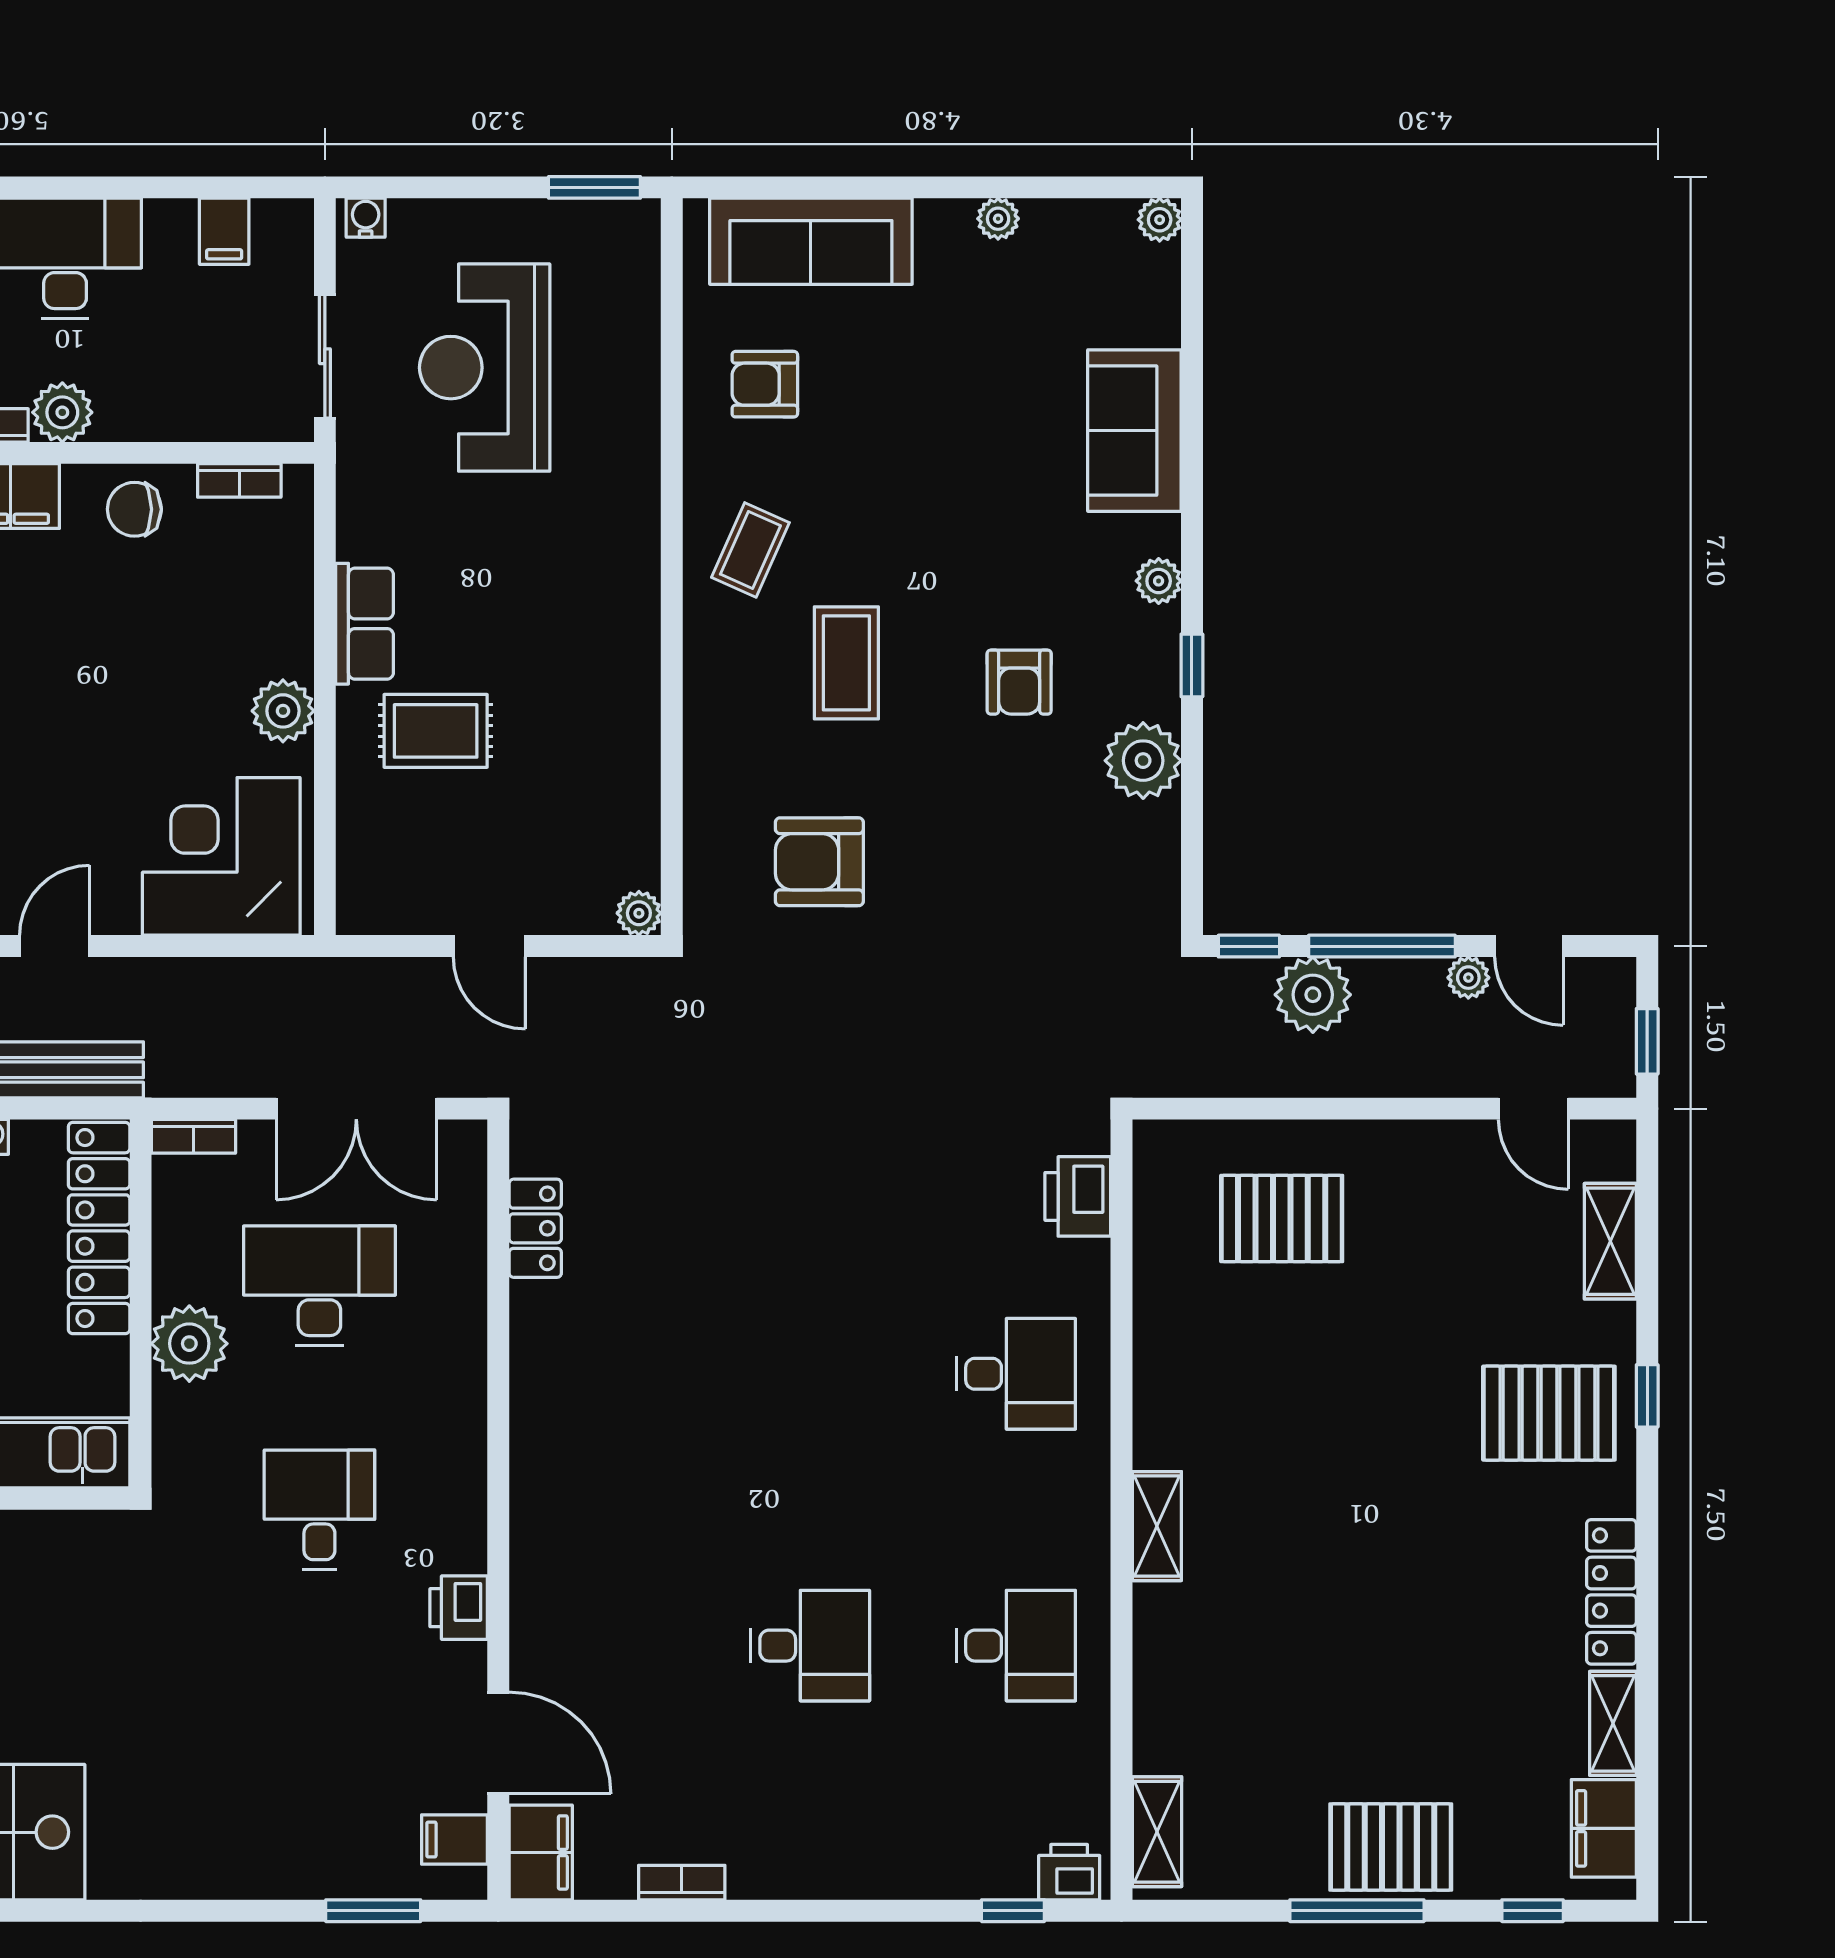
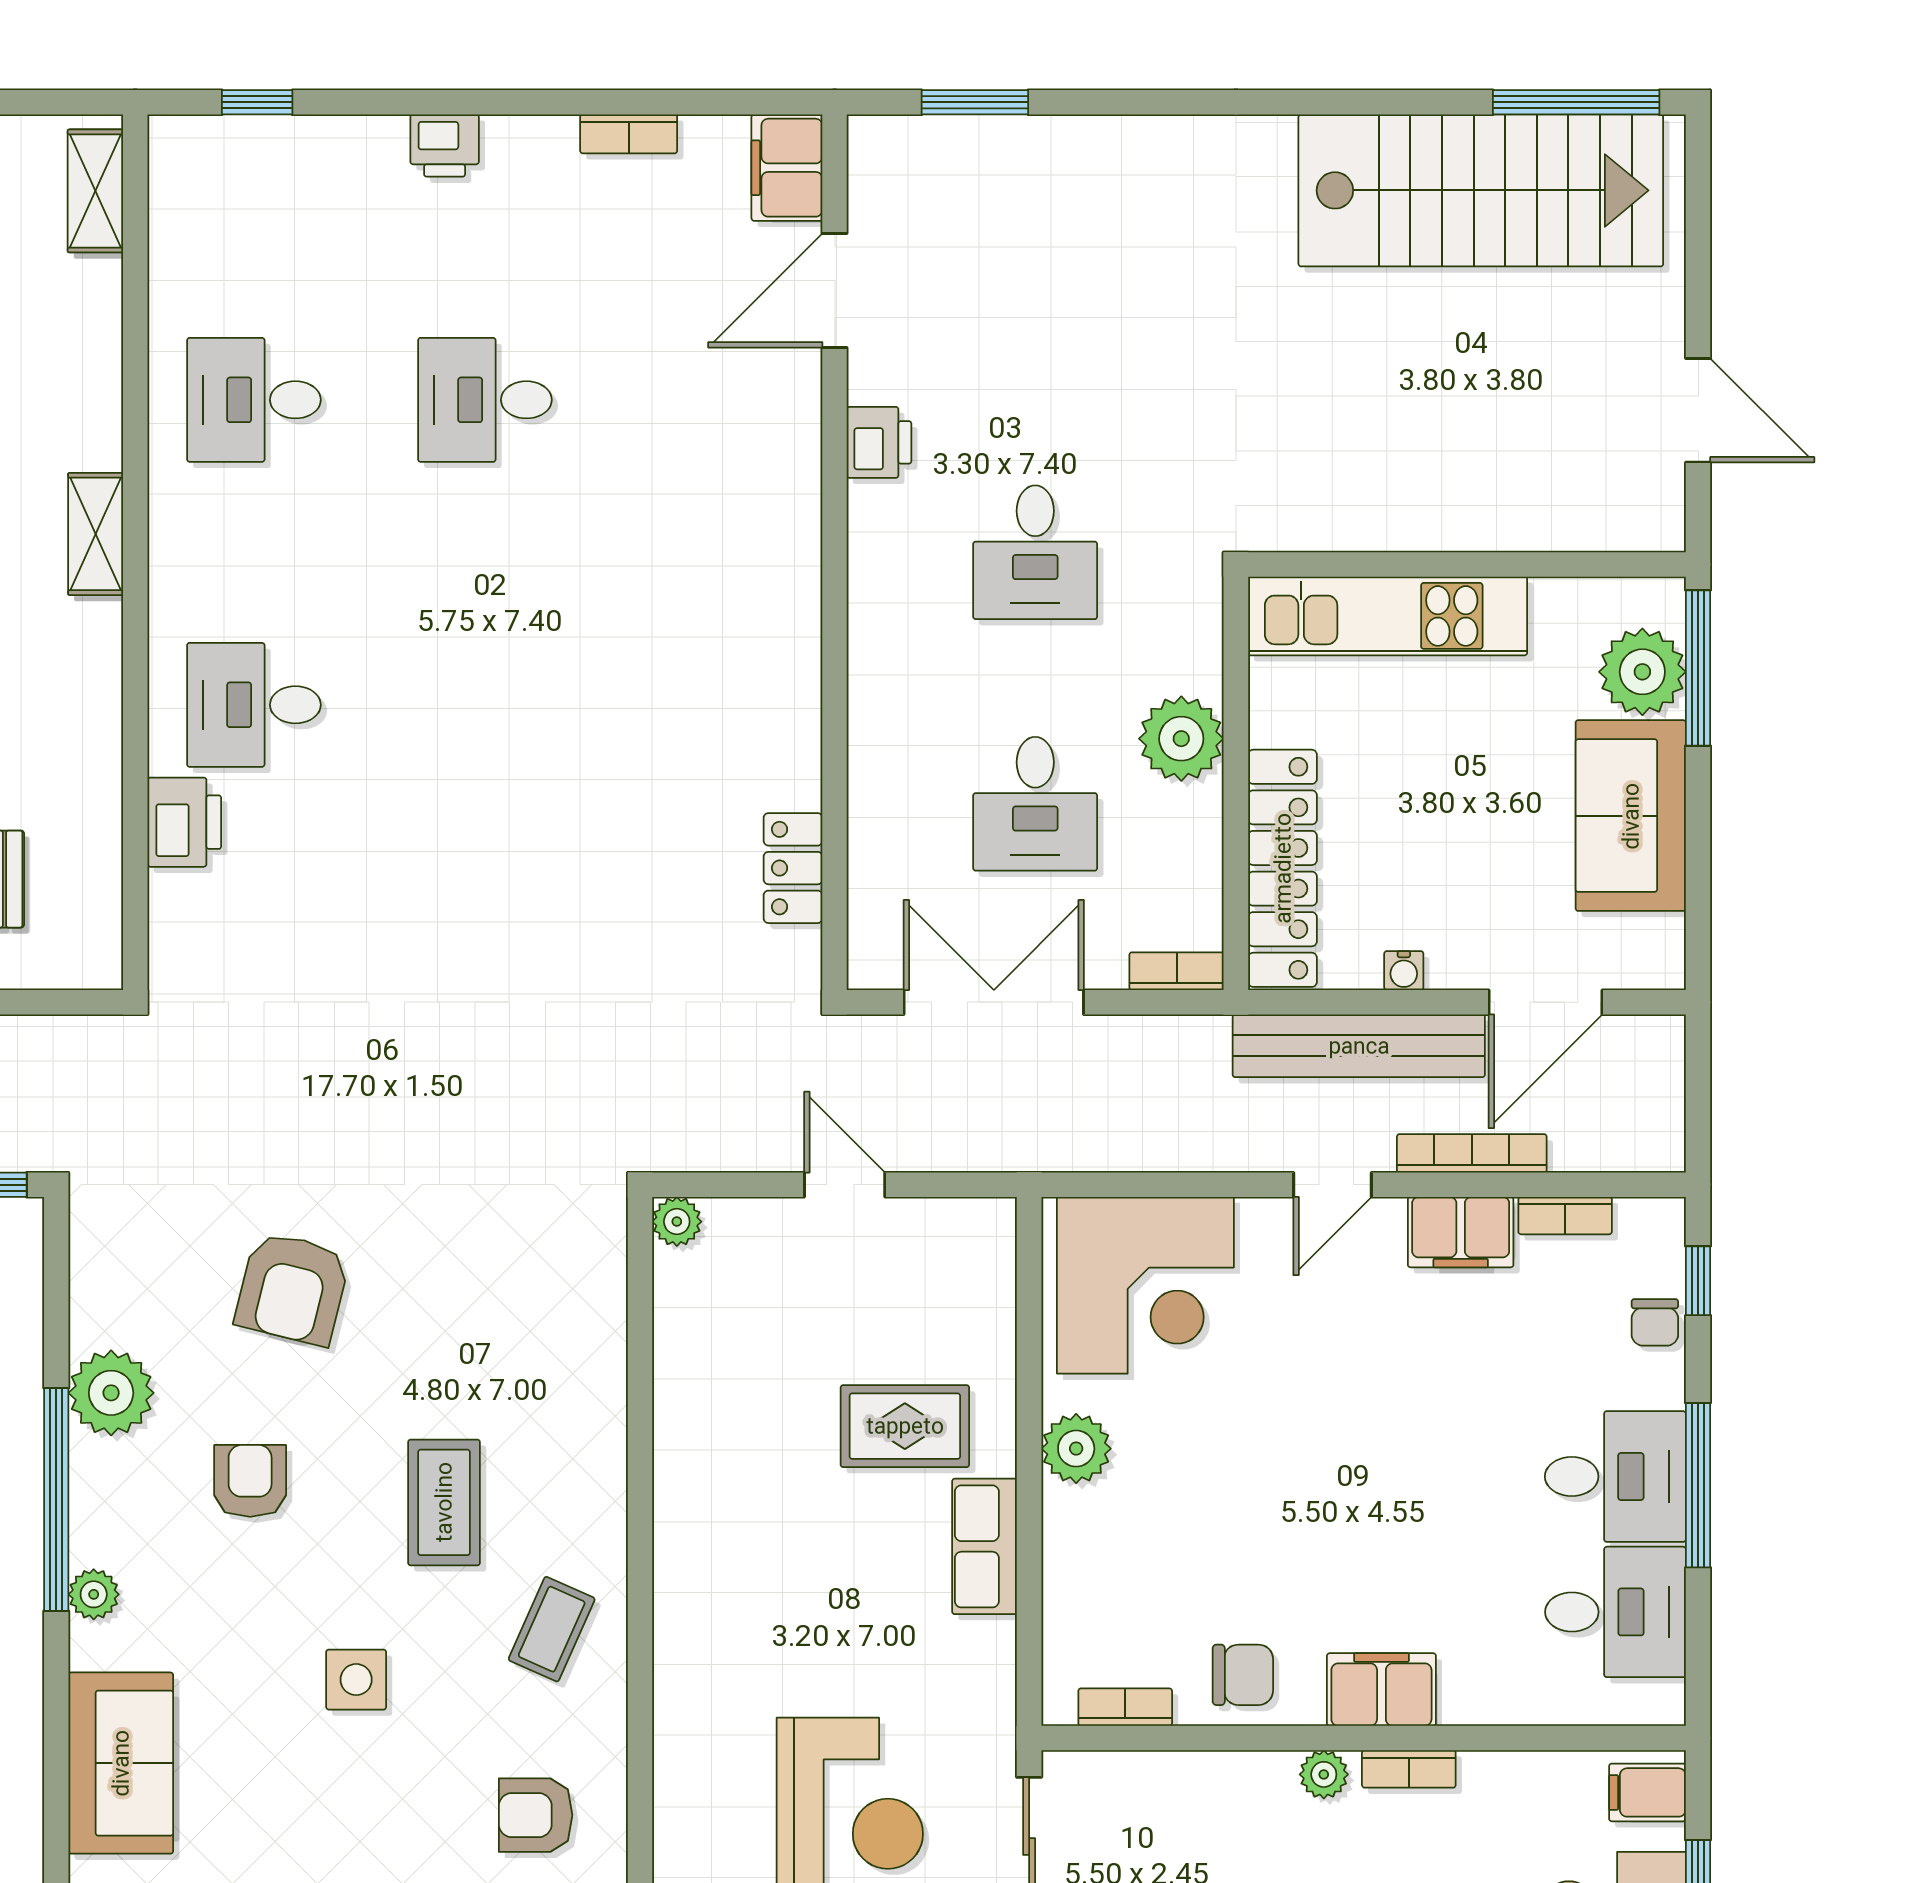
armchair: (765, 384) -> (536, 1815), turned 180
plant: (62, 412) -> (1324, 1774), width x0.73, depth x0.73
side table: (925, 505) -> (356, 1680), added
window: (1192, 665) -> (56, 1500), width x3.17
armchair: (819, 862) -> (292, 1288), moved, turned 104
printer: (1078, 1196) -> (184, 822), moved
desk: (319, 1286) -> (1035, 804), width x0.73
door: (498, 1743) -> (835, 290), hinge flipped
filing cabinet: (454, 1840) -> (884, 182), removed
printer: (1069, 1872) -> (445, 146), moved

